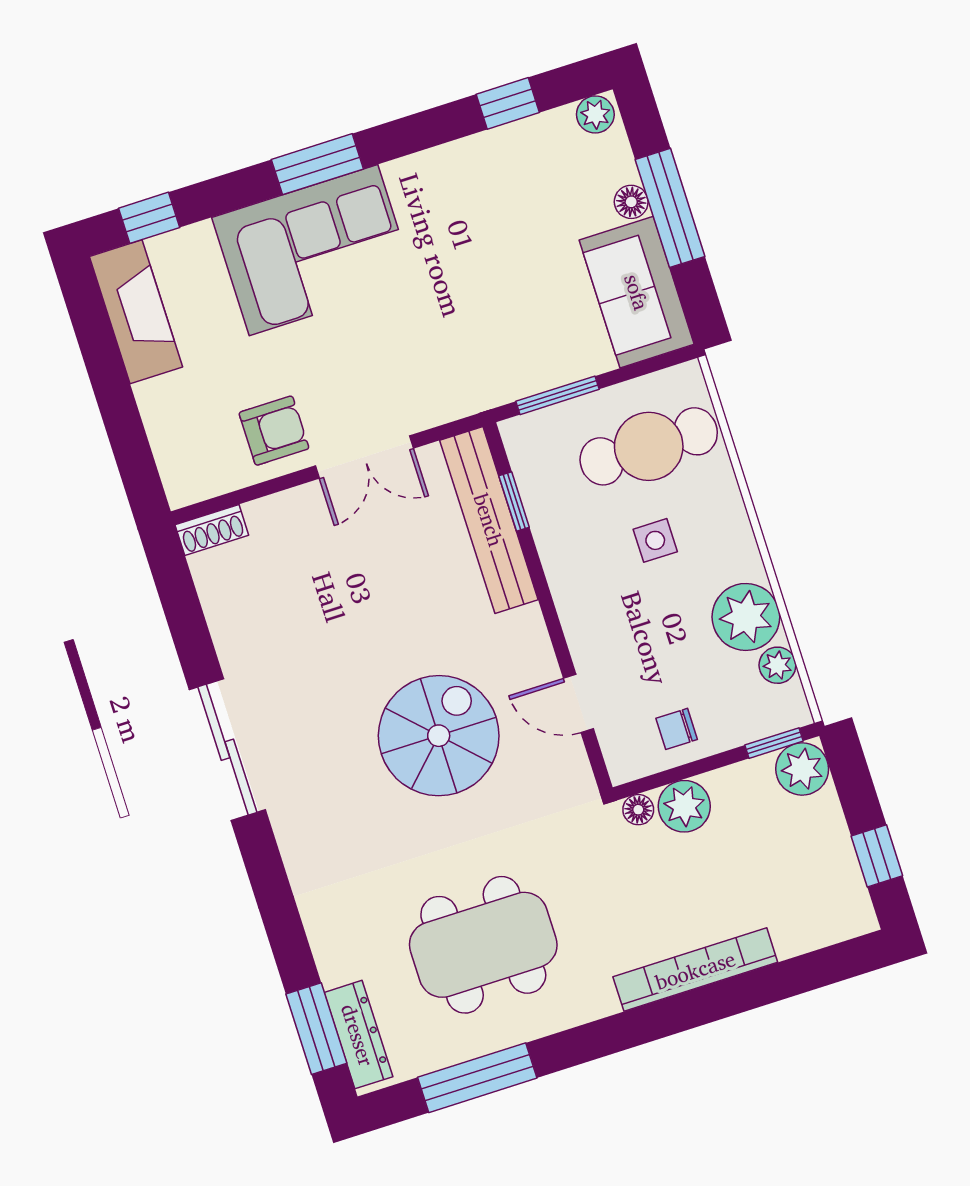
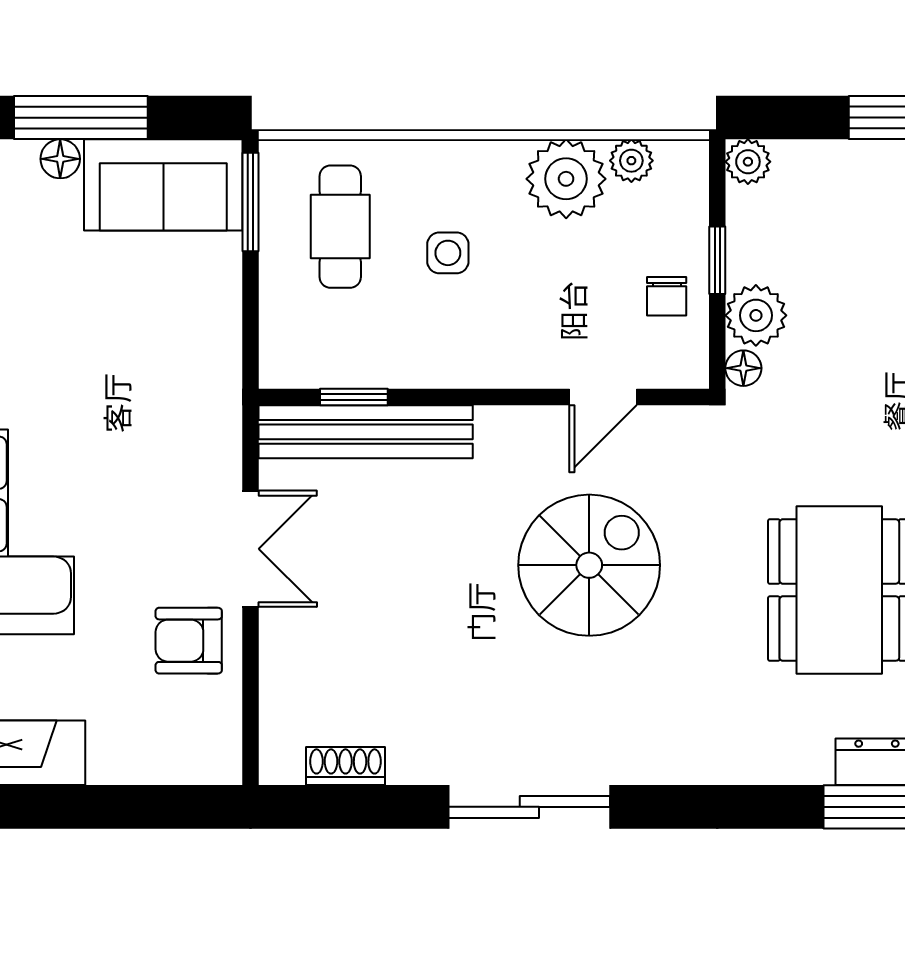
window: (558, 395) -> (250, 202), moved
armchair: (274, 431) -> (189, 641), turned -90
cafe table: (649, 446) -> (340, 227), width x0.73, depth x0.74
shoe rack: (212, 530) -> (346, 766), moved, turned -90
spiral stairs: (439, 736) -> (589, 565), turned 90
window: (774, 743) -> (717, 260), moved
plant: (802, 769) -> (748, 162), width x0.73, depth x0.73

